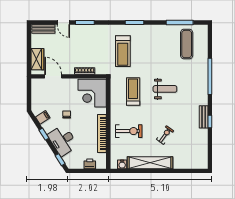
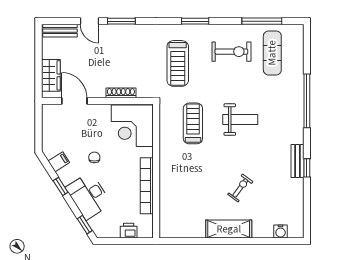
exercise bike: (129, 131) -> (231, 52), moved
shelving: (150, 163) -> (229, 229), width x0.68
water cooler: (122, 164) -> (281, 231), moved

